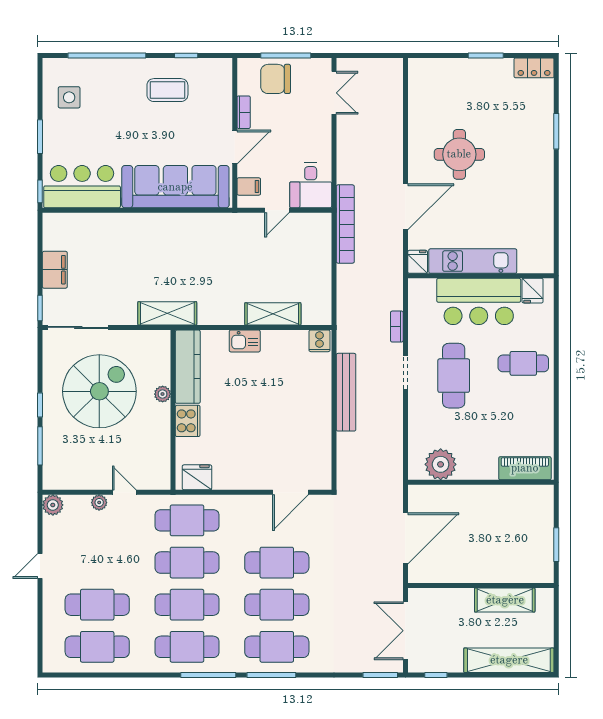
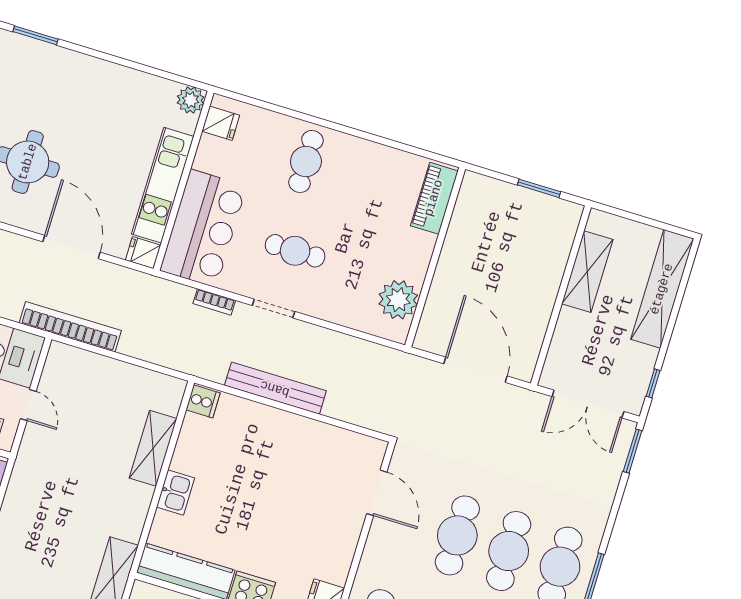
plant: (543, 263) -> (191, 100), added
bar counter: (479, 301) -> (203, 228), moved
cafe table: (454, 376) -> (295, 251), width x0.73, depth x0.74

